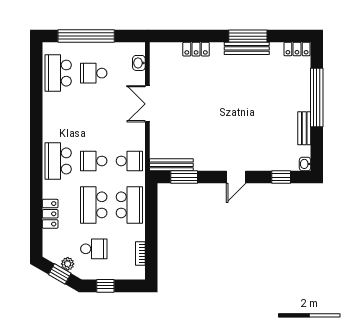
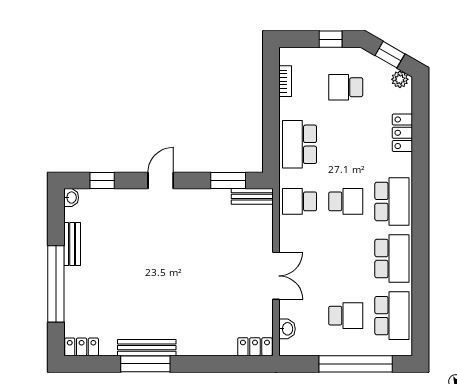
locker: (196, 49) -> (255, 347), moved
bench: (171, 165) -> (252, 196), width x0.73
school desk: (94, 205) -> (392, 259), moved
plant: (68, 264) -> (400, 79), moved

